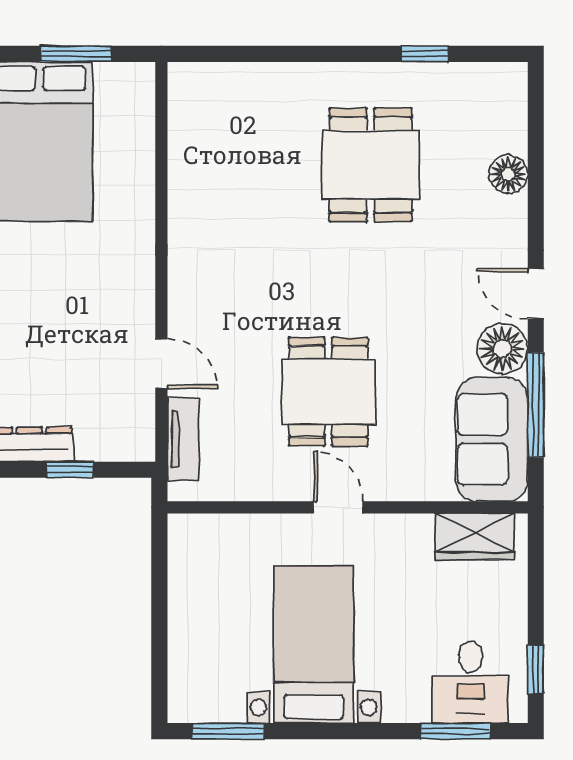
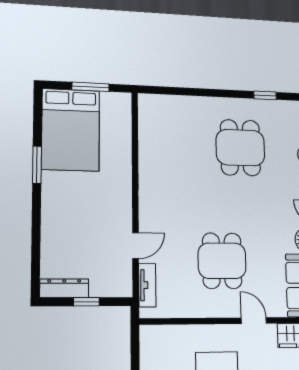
door: (161, 364) -> (136, 246), hinge flipped
door: (338, 507) -> (254, 321), moved

